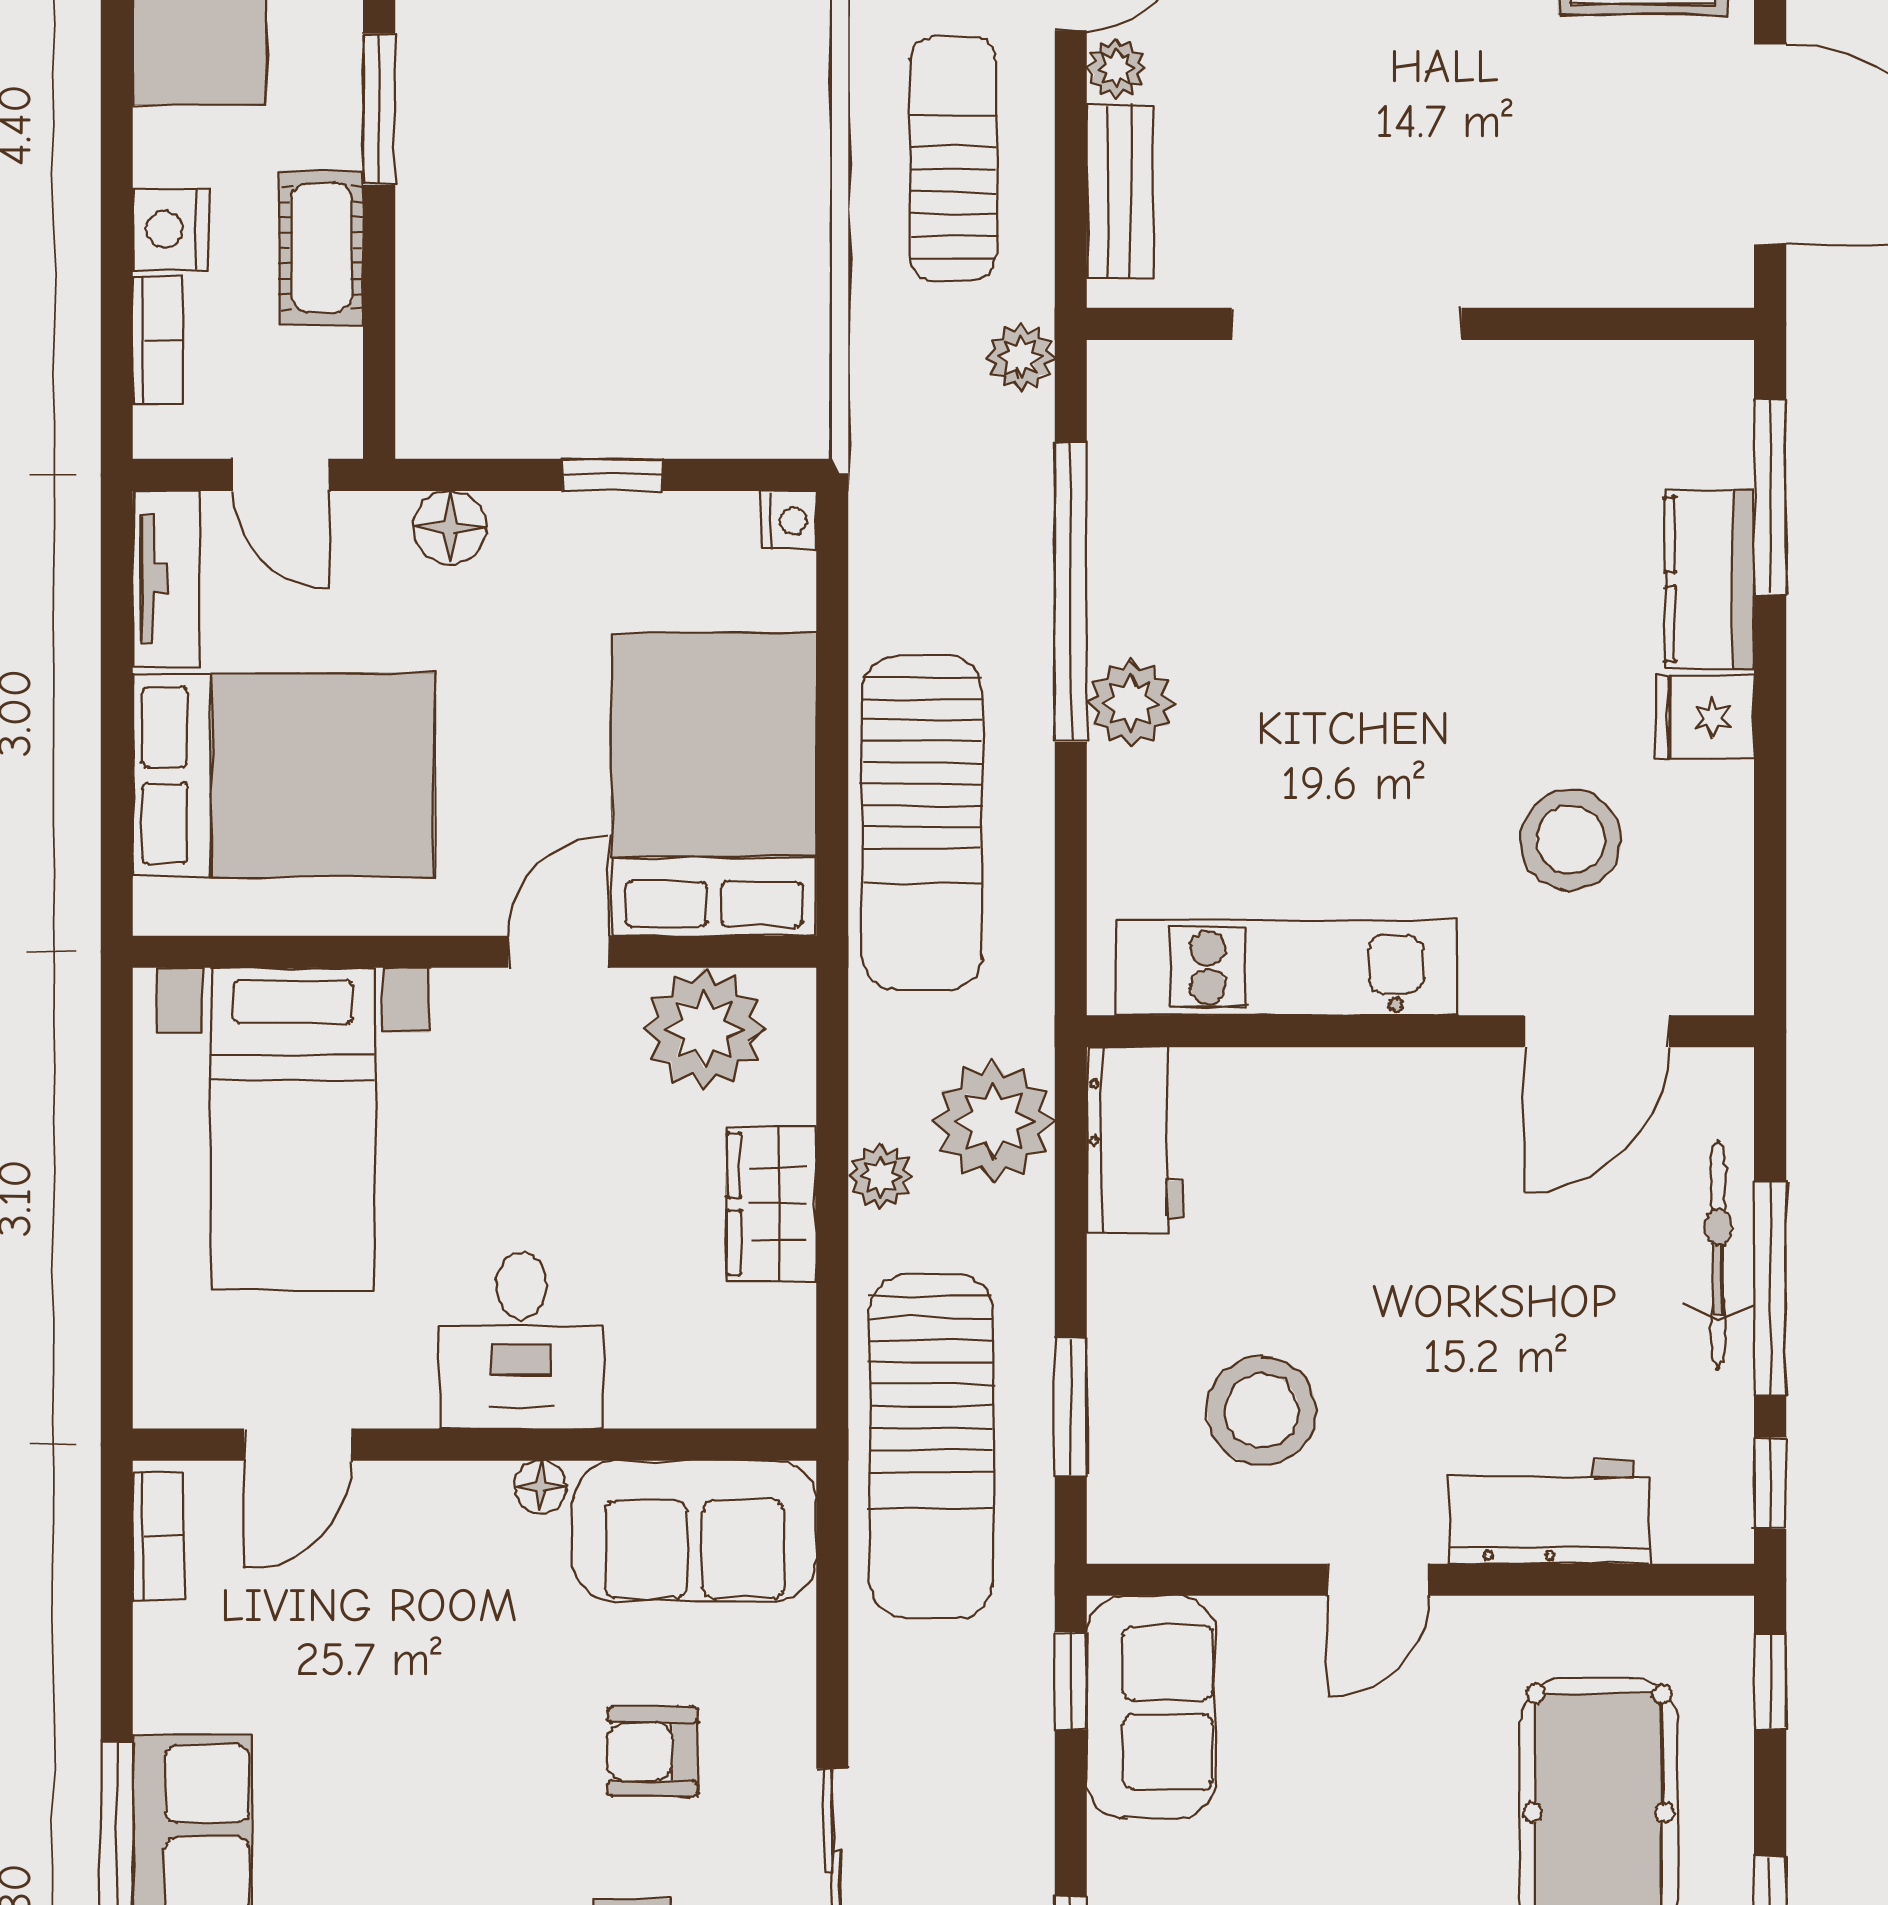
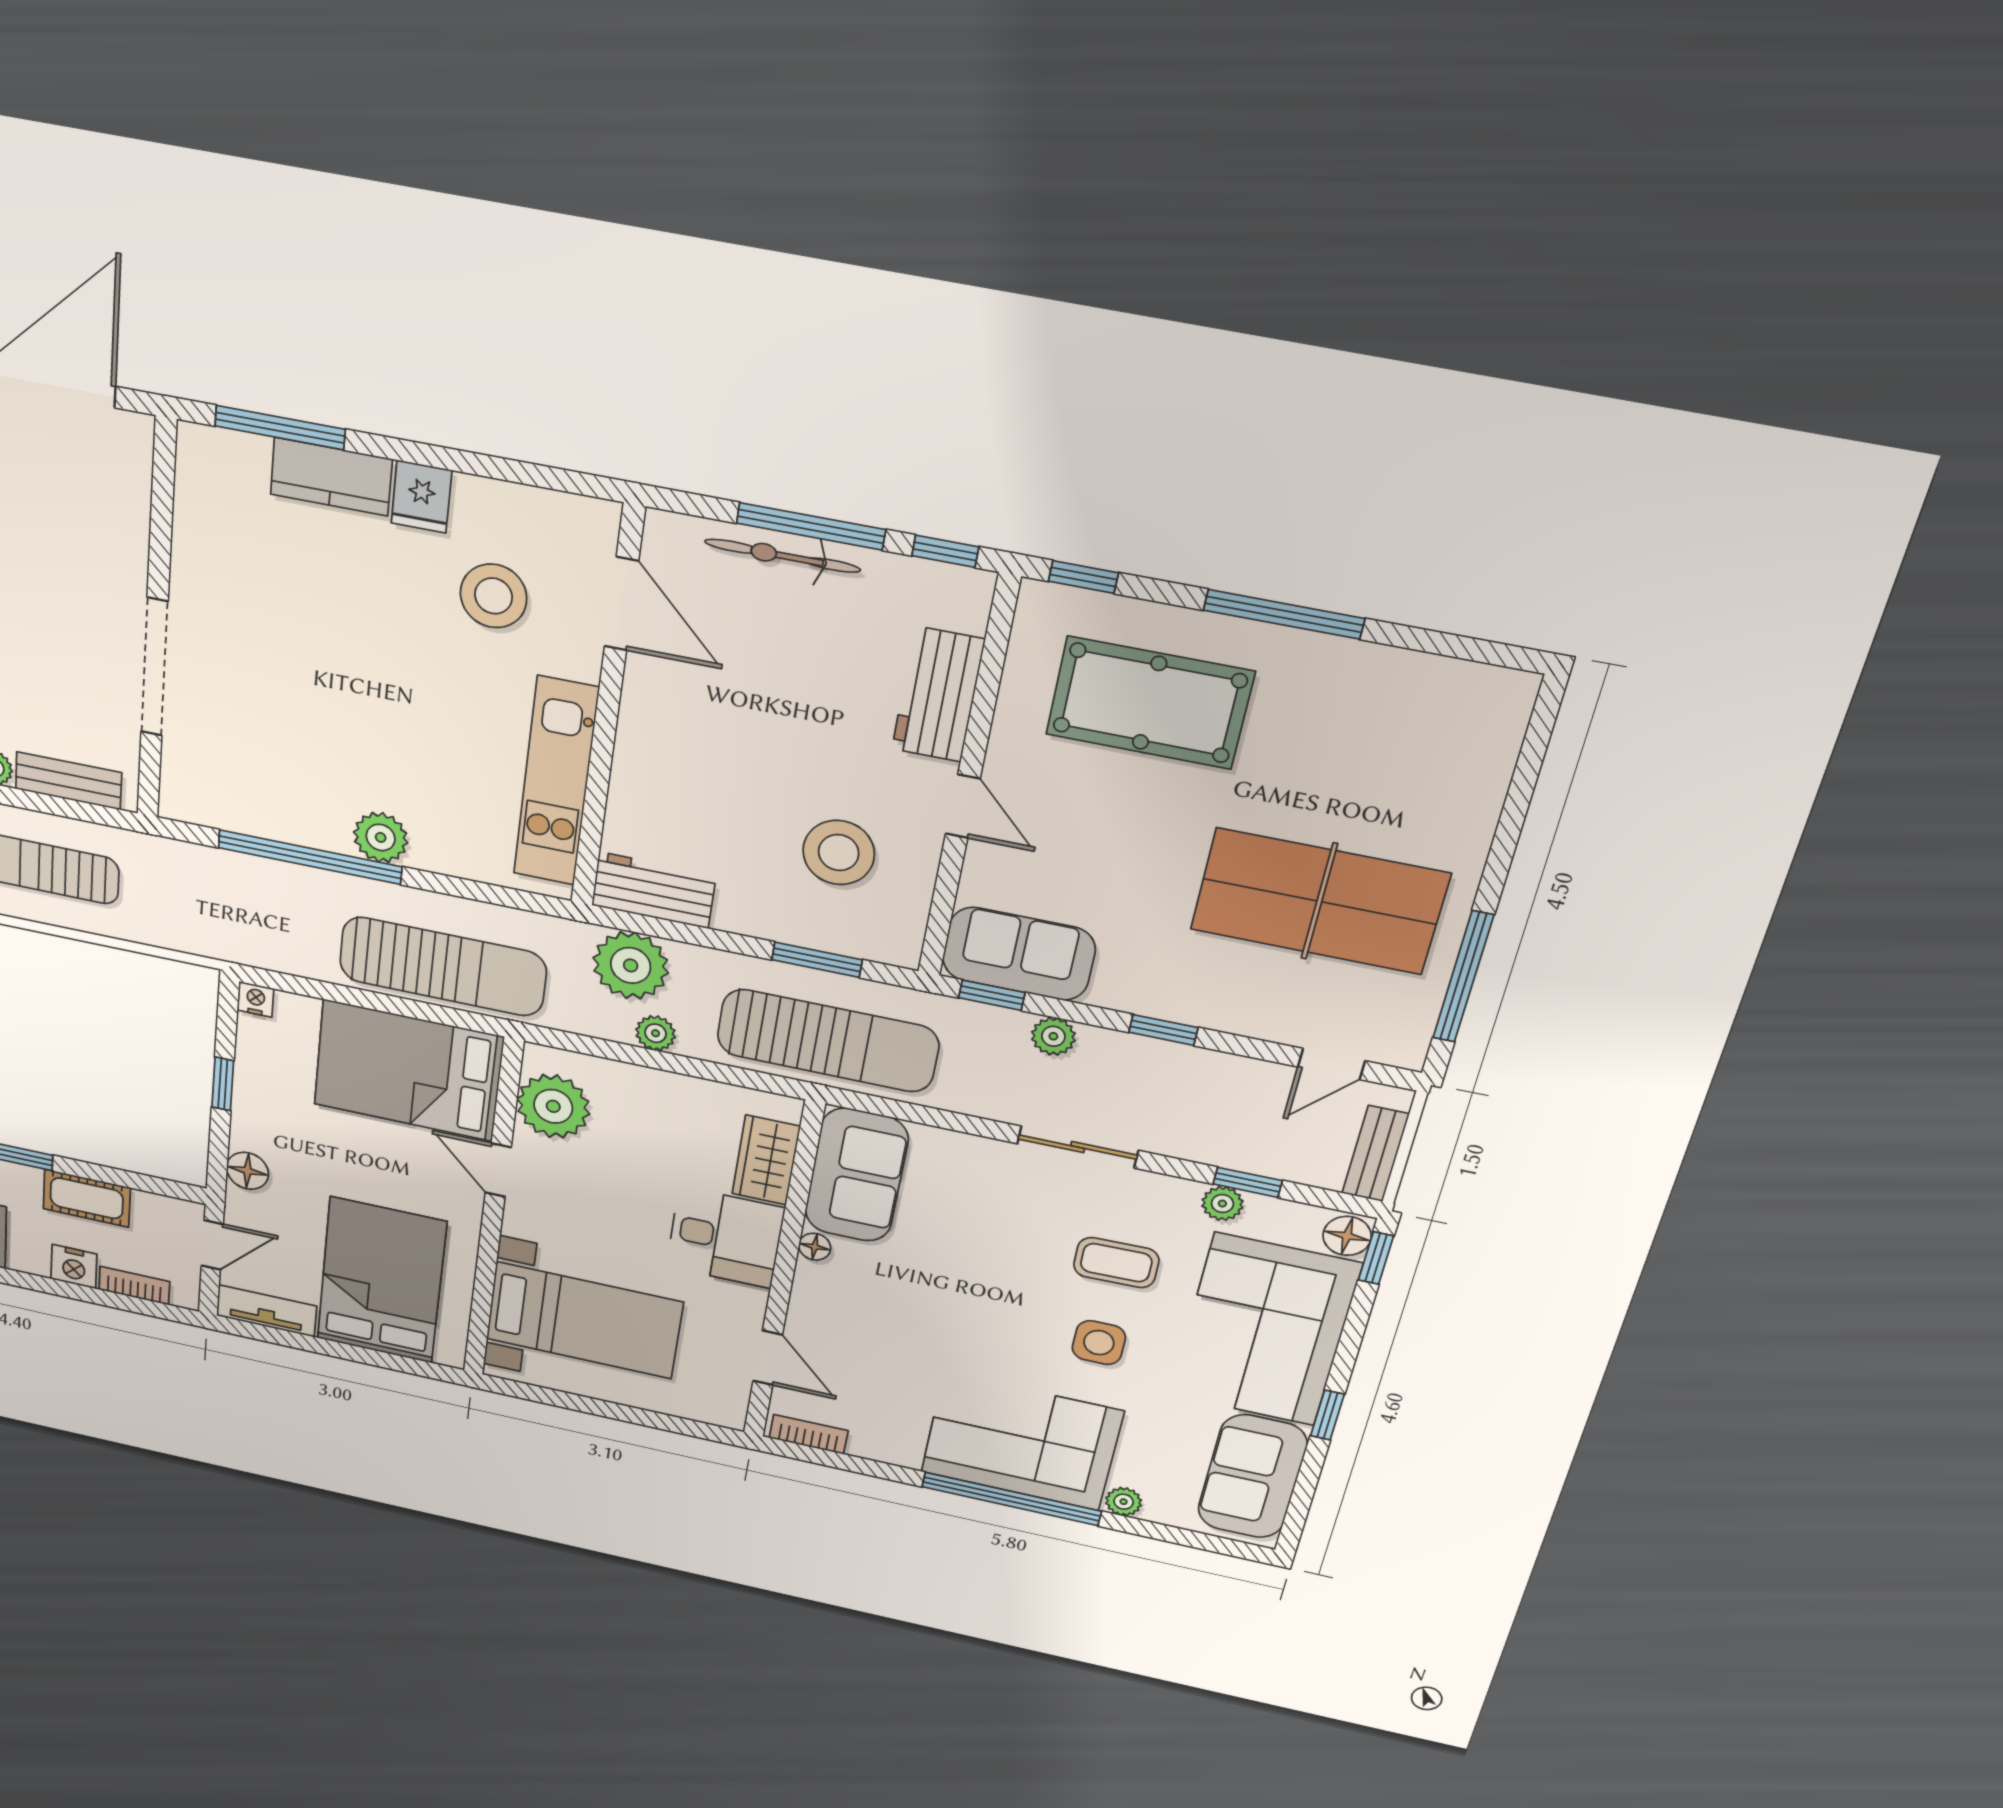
plant: (1021, 357) -> (1053, 1036), moved
wardrobe: (771, 1204) -> (766, 1160), moved, turned 90
armchair: (653, 1752) -> (988, 1225), removed

